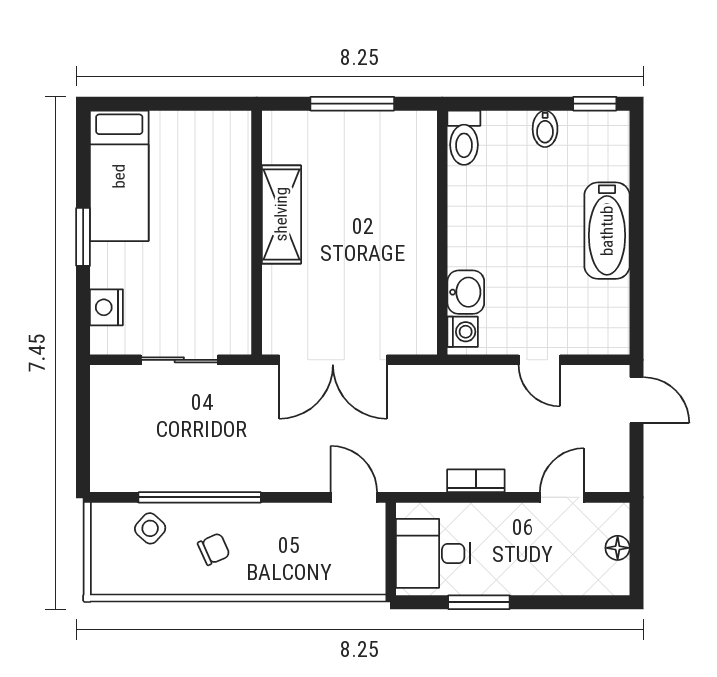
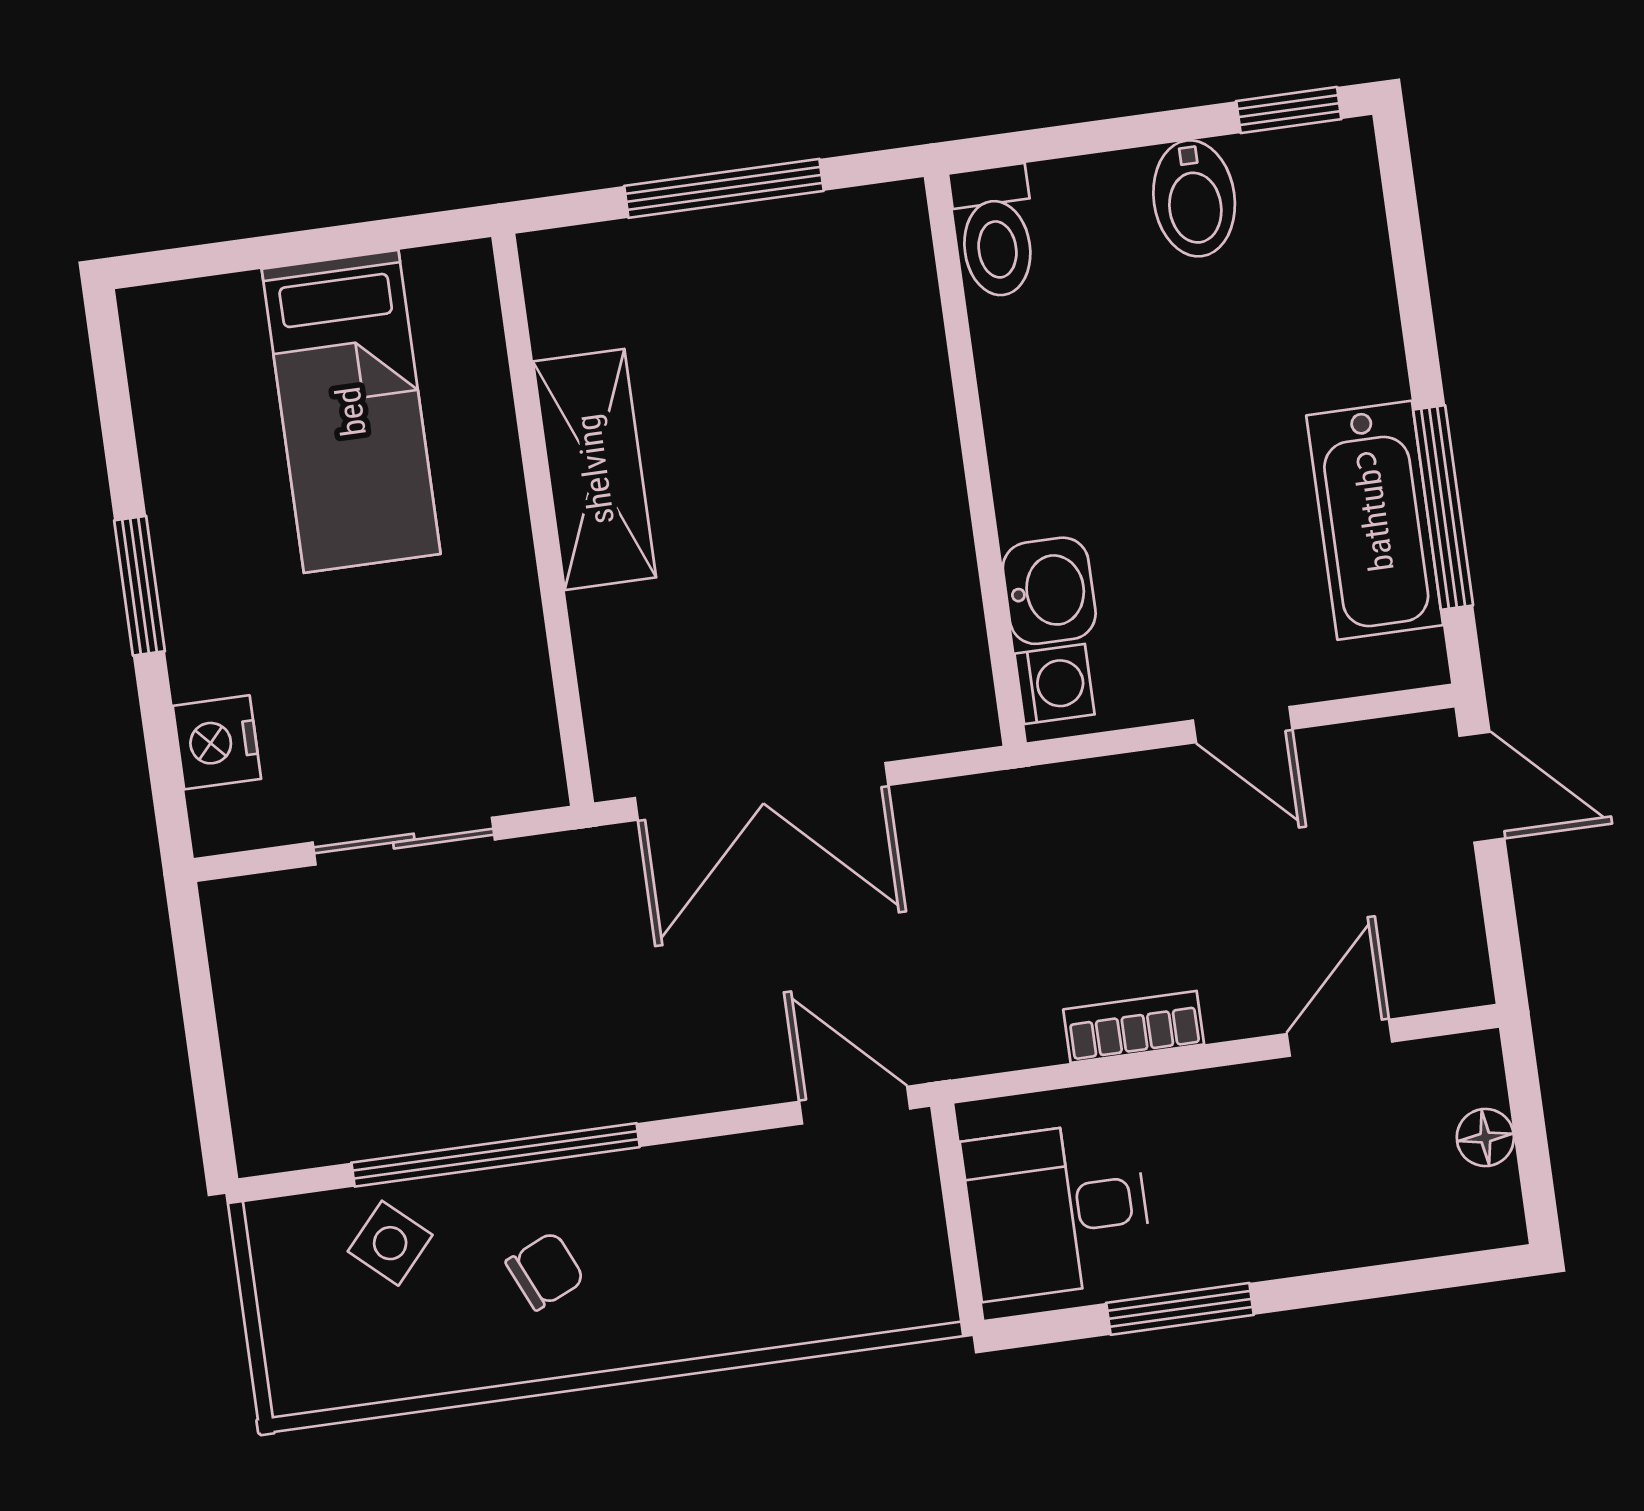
bidet: (545, 129) -> (1194, 198), width x1.38, depth x1.36
bed: (119, 176) -> (351, 411), moved
bathtub: (607, 231) -> (1375, 520), moved
window: (637, 280) -> (1443, 507), added

